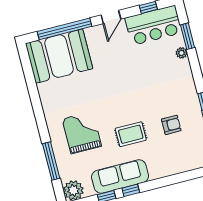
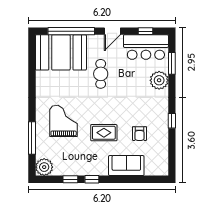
plant: (182, 53) -> (159, 80), width x1.87, depth x1.87
cafe table: (110, 69) -> (101, 74), added
armchair: (171, 125) -> (139, 134), turned 90
sofa: (120, 177) -> (126, 166), moved, width x0.73

